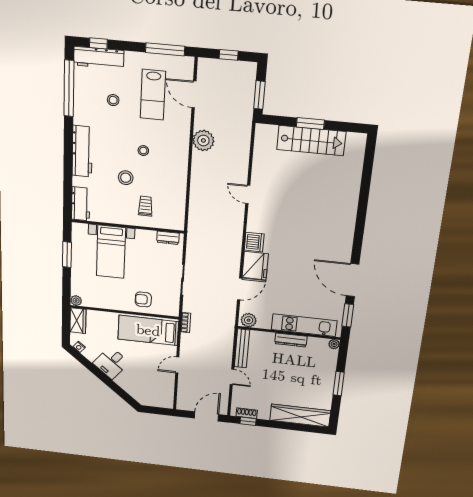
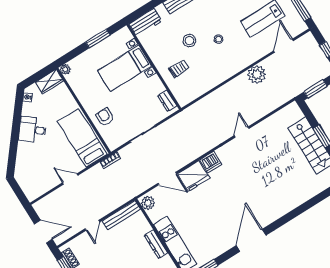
door: (353, 280) -> (251, 240), moved

